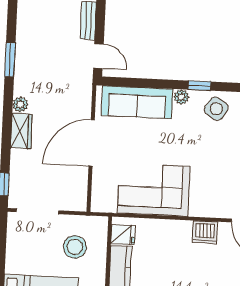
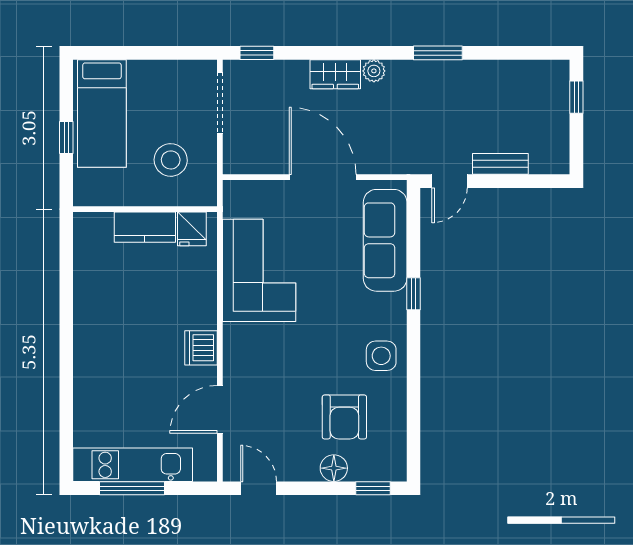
window: (199, 86) -> (413, 294), moved
plant: (181, 97) -> (396, 304), removed
side table: (216, 109) -> (381, 356), turned -34

